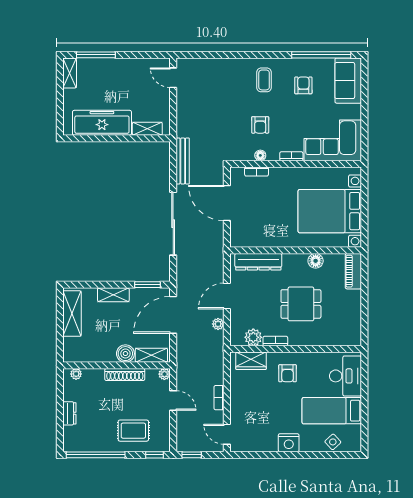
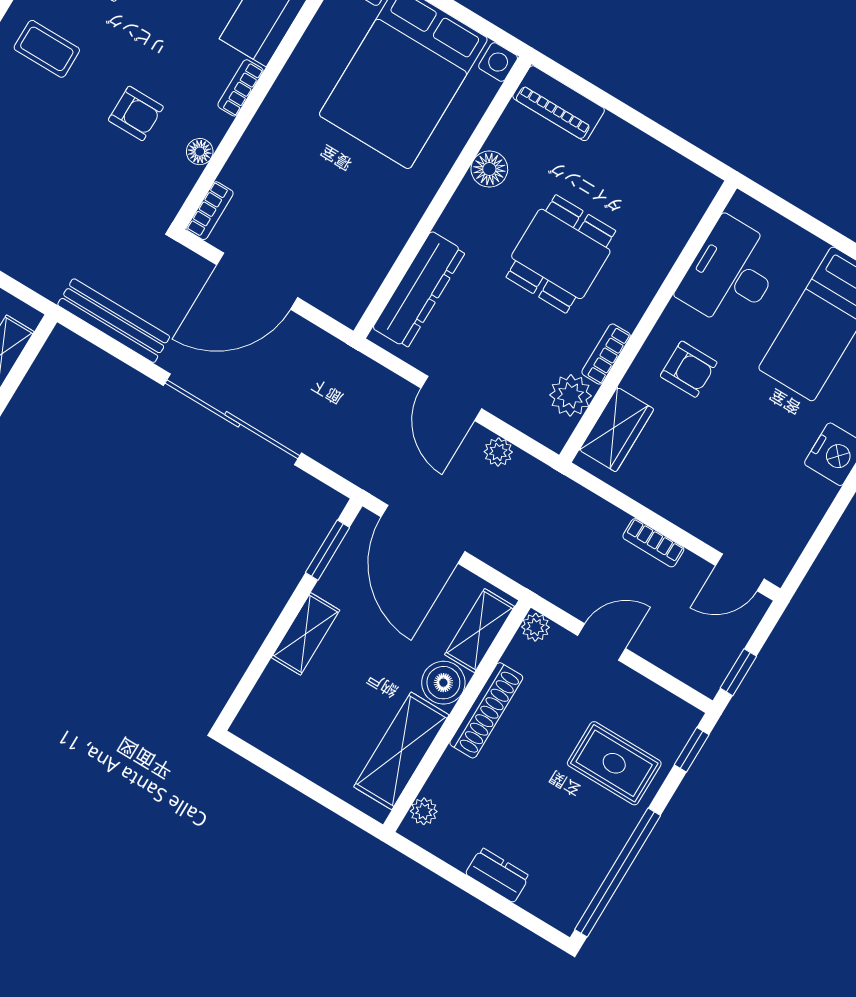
bookcase: (257, 172) -> (210, 211), moved
shelving: (72, 314) -> (401, 751), moved, turned 90
desk: (345, 376) -> (731, 273), moved, turned -90
rug: (133, 431) -> (614, 763), turned 90

